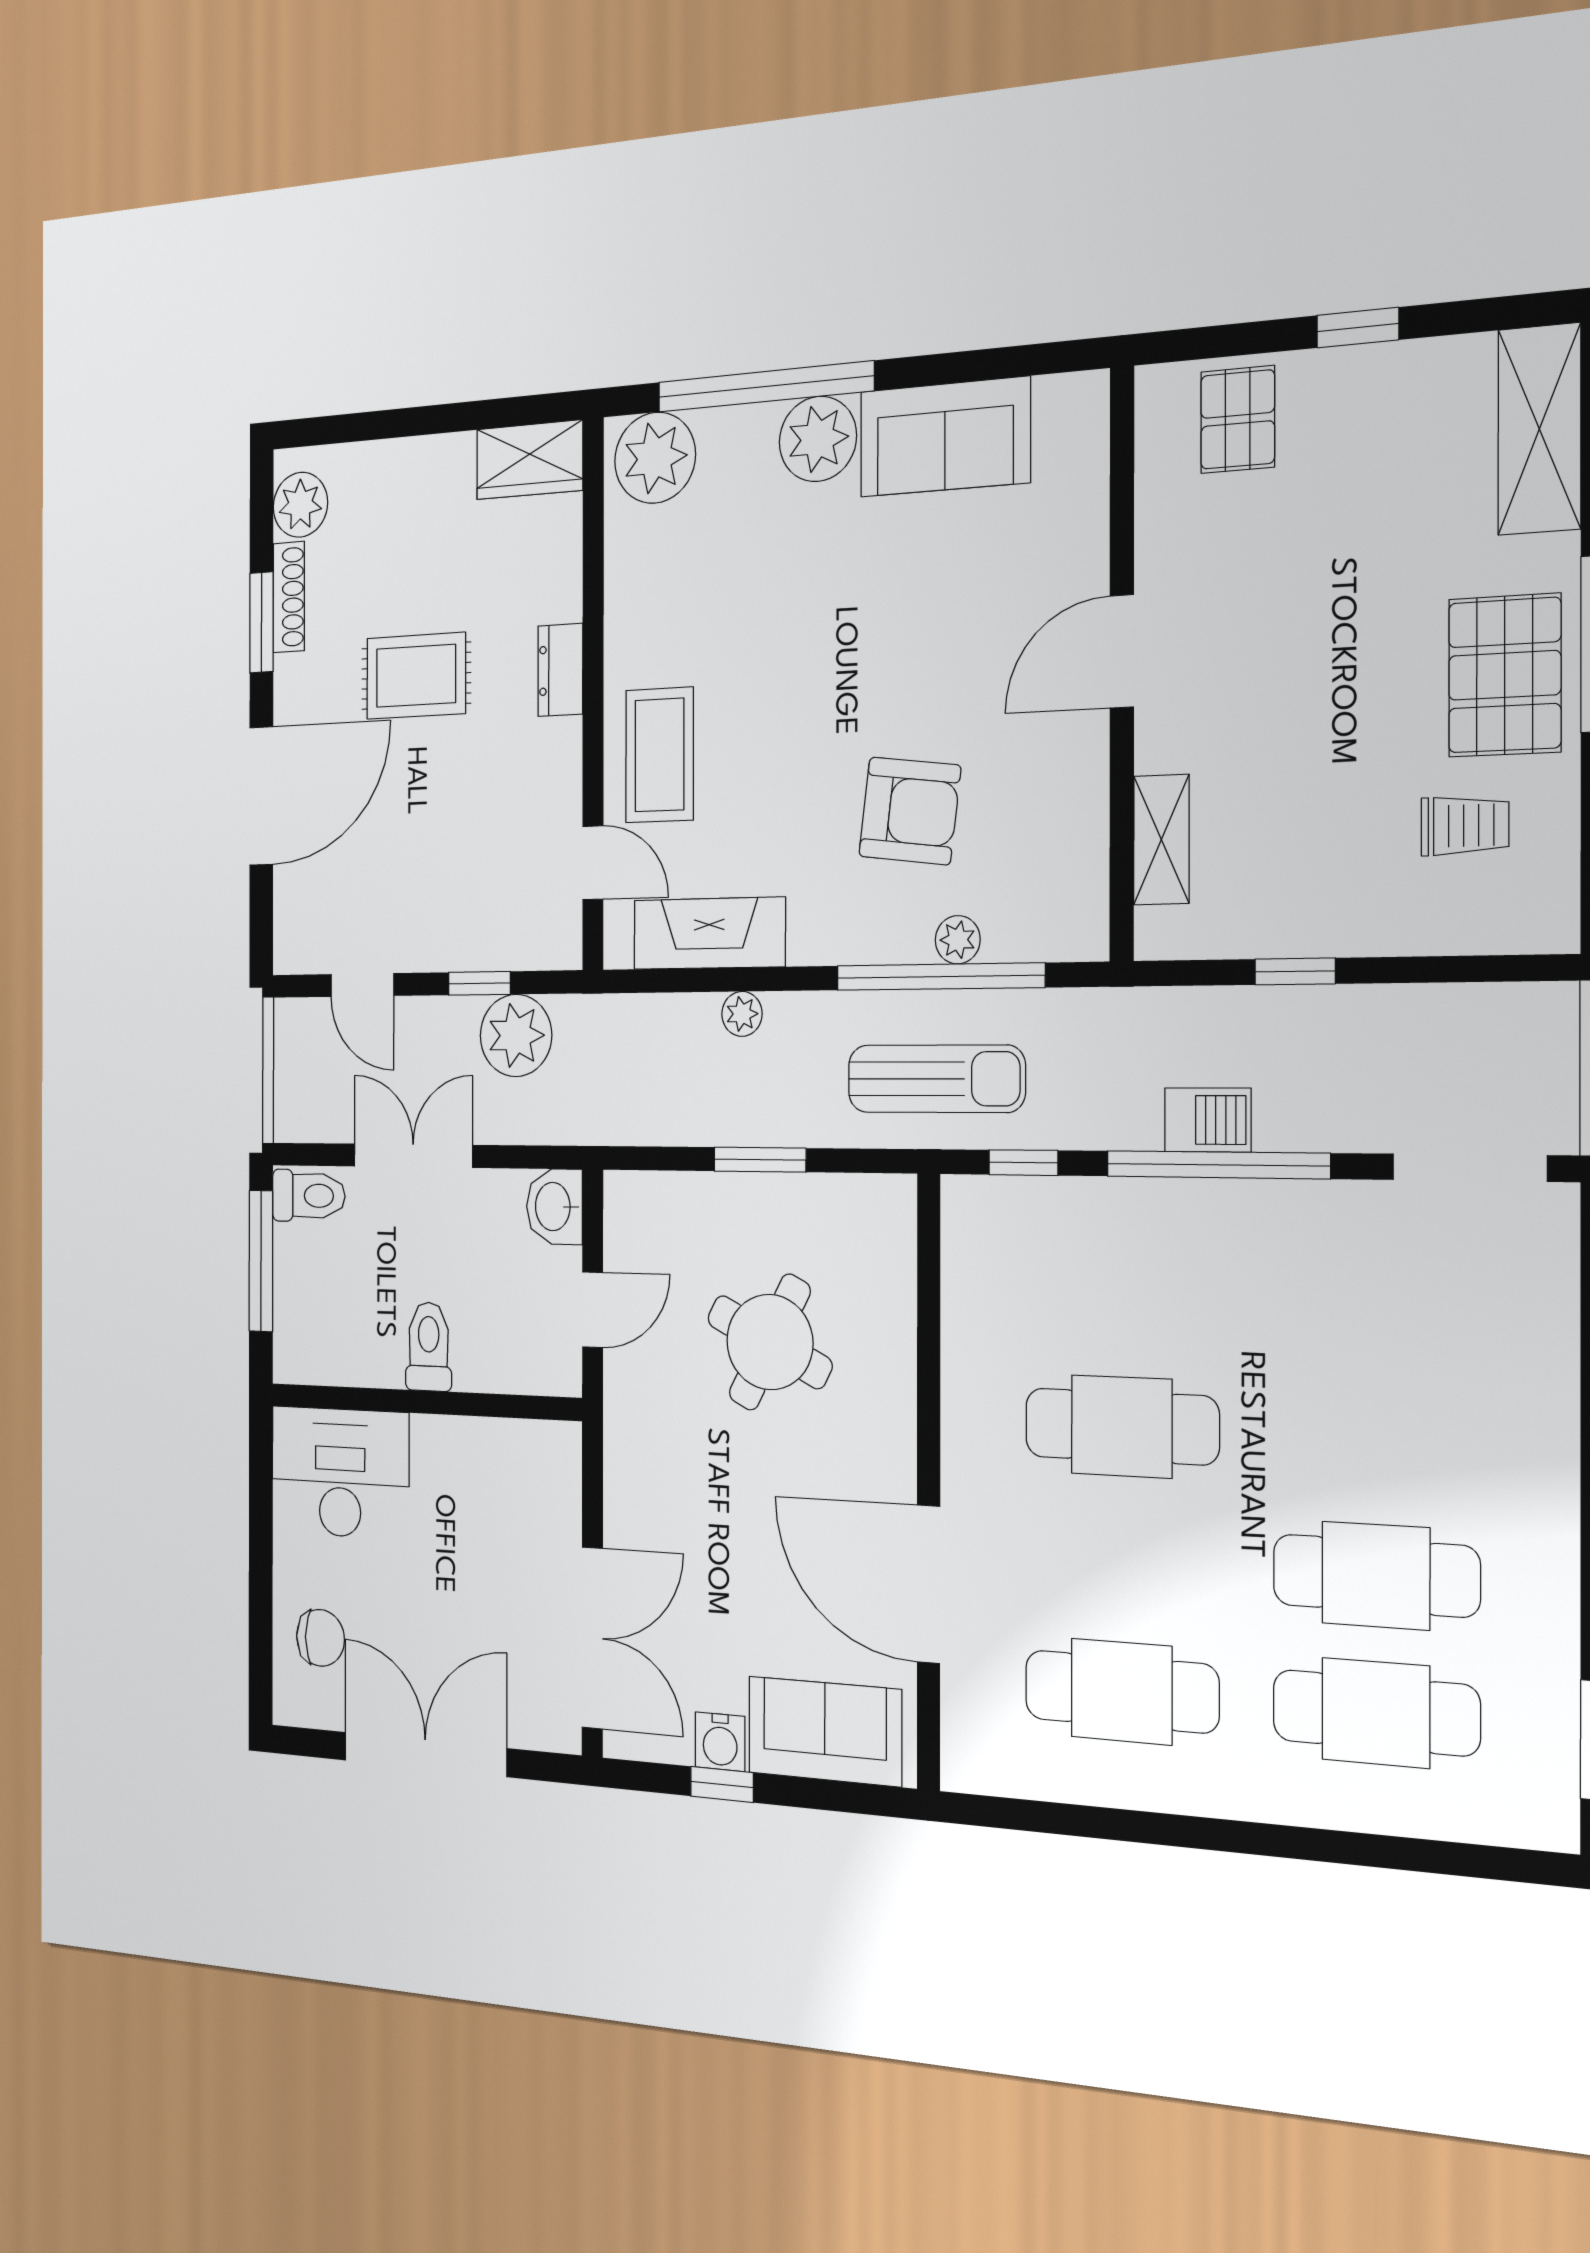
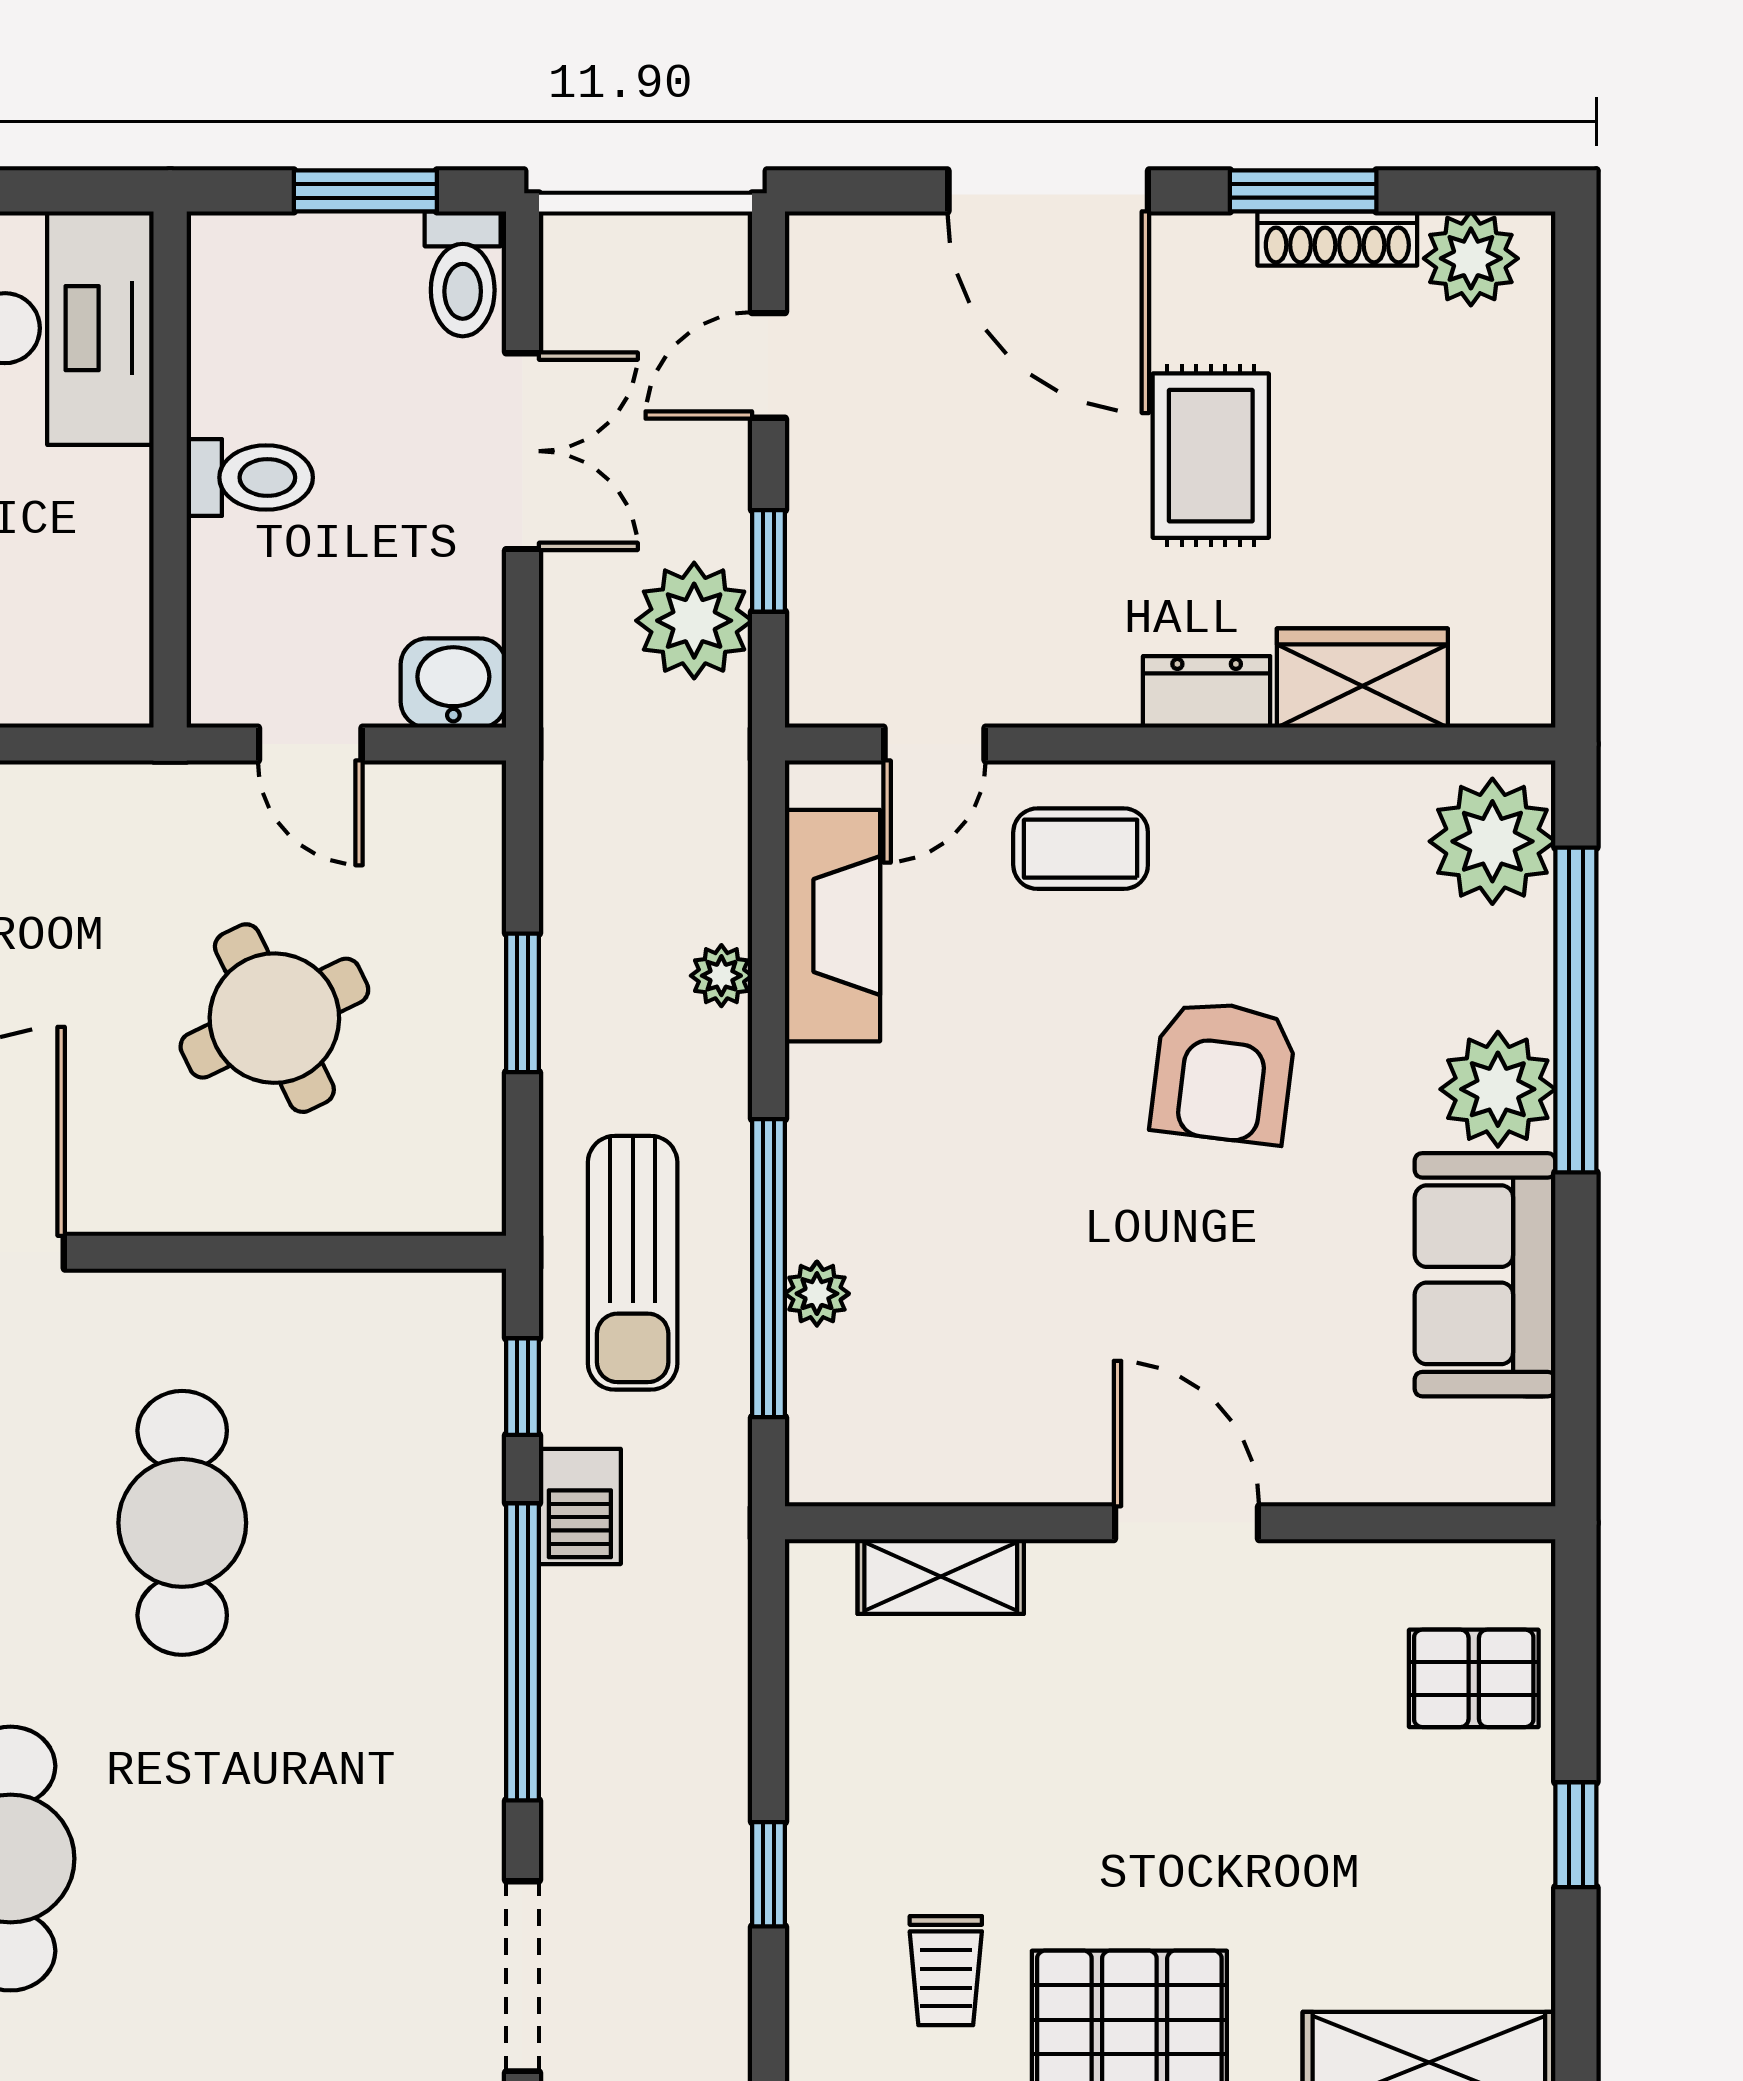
wardrobe: (530, 460) -> (1362, 678), moved, turned 90
coffee table: (660, 755) -> (1081, 849), width x0.73, depth x0.77
armchair: (910, 811) -> (1223, 1072), moved
window: (1295, 971) -> (768, 1874), moved
barbecue: (1208, 1120) -> (580, 1506), moved
window: (261, 1261) -> (365, 191), width x0.69
round table: (770, 1342) -> (274, 1018), turned 37

